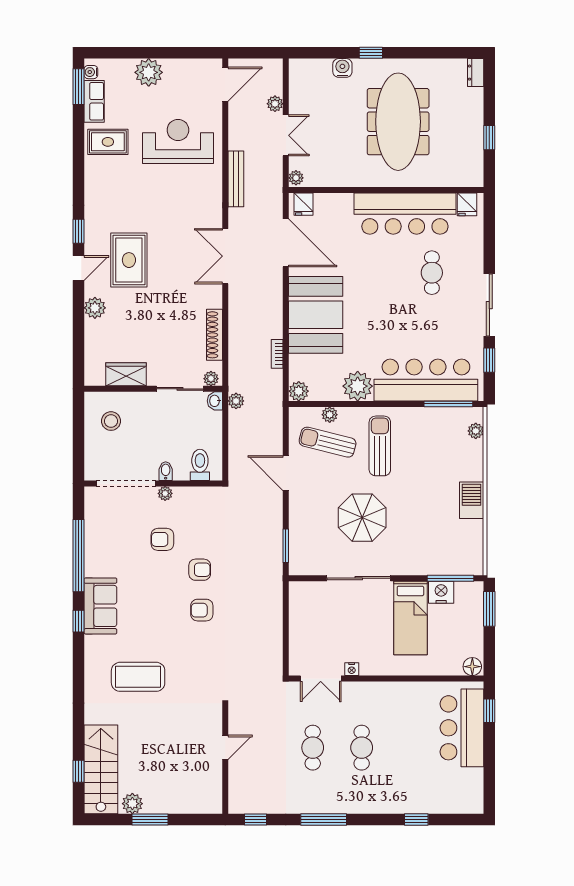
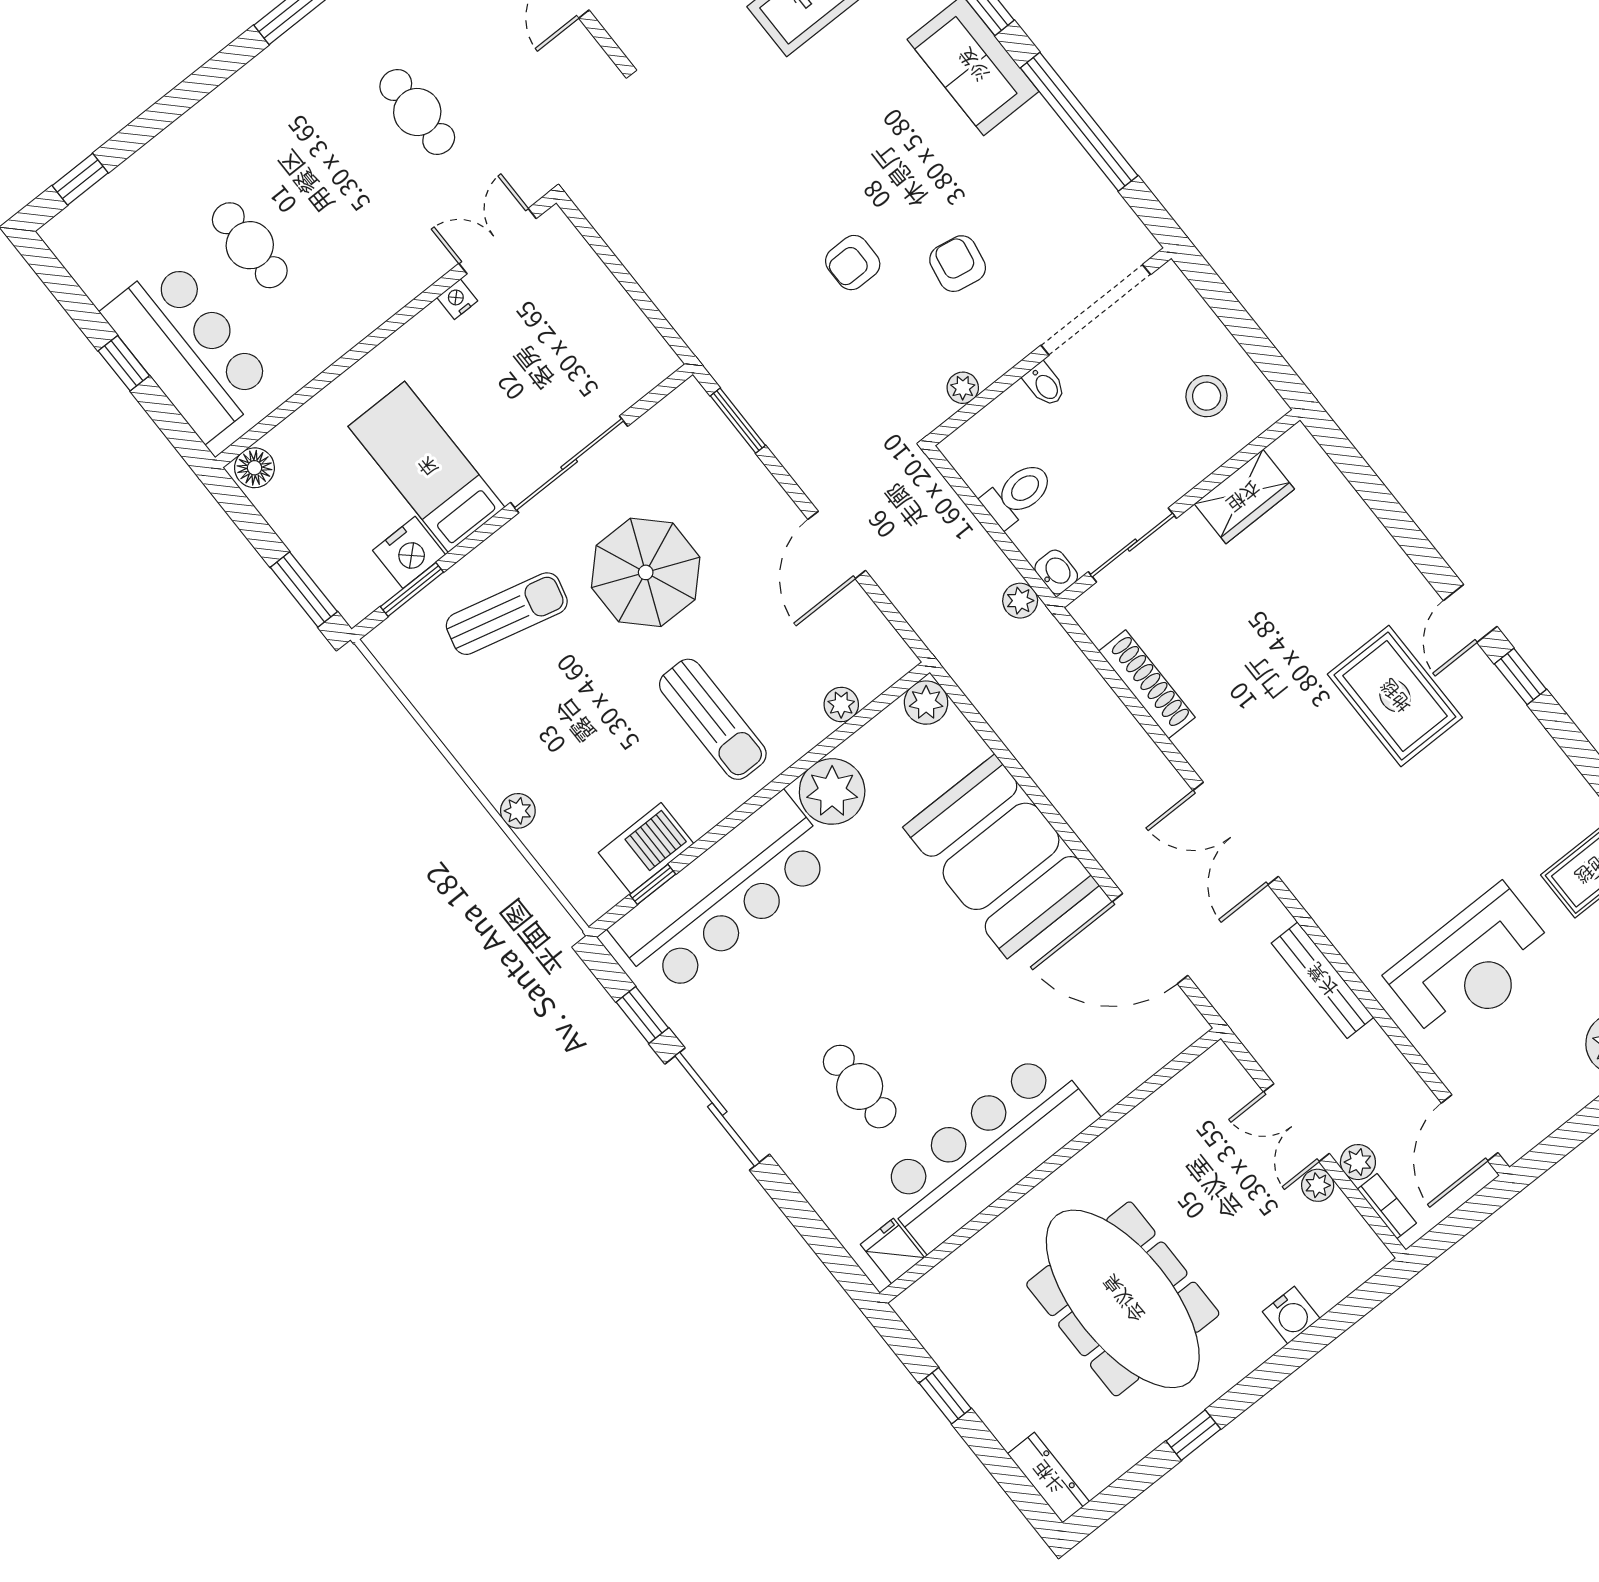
window: (371, 53) -> (1193, 1435), moved
dresser: (476, 73) -> (1048, 1478), width x1.44
plant: (296, 178) -> (1318, 1185), moved
fridge: (303, 204) -> (1173, 1029), removed
double door: (225, 256) -> (1236, 834), swing flipped
plant: (95, 308) -> (1388, 568), removed
bookcase: (277, 354) -> (1387, 1206), moved
plant: (211, 379) -> (1093, 605), removed
window: (448, 404) -> (653, 884), width x0.46
plant: (476, 431) -> (518, 811), moved
sun lounger: (328, 442) -> (507, 614), moved
toilet: (200, 465) -> (1017, 494), moved, turned -90
door: (286, 473) -> (837, 545), swing flipped
plant: (165, 493) -> (963, 388), moved
barbecue: (472, 500) -> (646, 848), moved, turned -90
armchair: (162, 539) -> (958, 264), turned -80
window: (451, 578) -> (412, 589), width x0.69
armchair: (202, 610) -> (794, 196), removed
window: (489, 711) -> (124, 363), moved
cafe table: (362, 748) -> (250, 245), moved
window: (416, 820) -> (80, 179), moved

